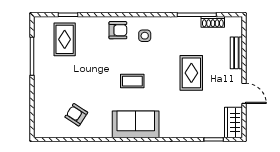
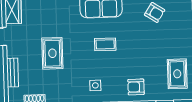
armchair: (118, 30) -> (136, 87), moved
rug: (65, 39) -> (177, 74), moved

